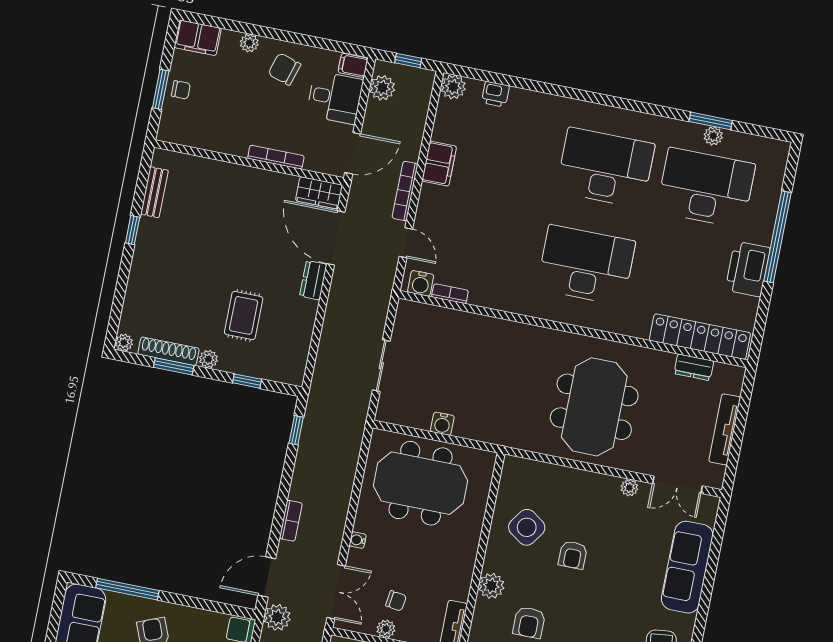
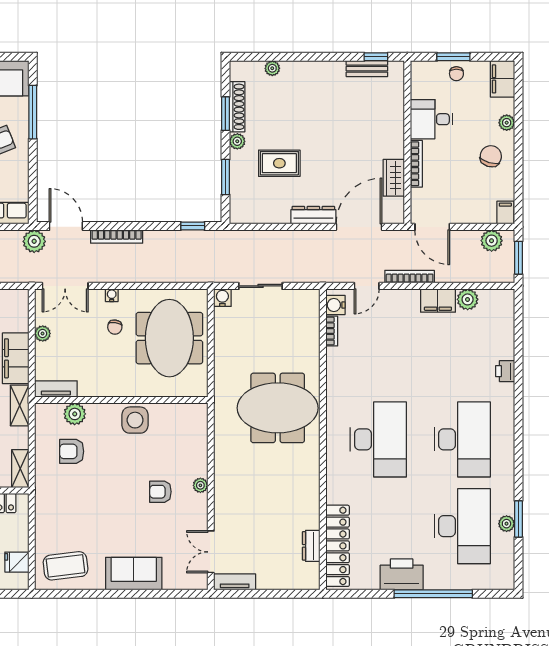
window: (408, 61) -> (519, 258), width x1.50
plant: (453, 87) -> (468, 299), moved
printer: (495, 94) -> (505, 371), moved
desk: (335, 98) -> (432, 119), moved, turned 90
wardrobe: (319, 193) -> (394, 178), moved
window: (133, 230) -> (376, 57), moved
dresser: (313, 280) -> (313, 215), width x1.44
plant: (124, 343) -> (272, 68), moved
window: (247, 381) -> (225, 177), width x1.50
meeting table: (594, 407) -> (278, 408), moved
water cooler: (442, 424) -> (222, 298), moved, turned 90
tv unit: (725, 429) -> (235, 582), moved, width x0.71
plant: (629, 488) -> (200, 485), moved
bookcase: (291, 521) -> (117, 237), width x1.56
side table: (527, 527) -> (135, 420), moved, turned -35
armchair: (573, 555) -> (160, 492), moved
sofa: (687, 567) -> (134, 574), width x0.73
plant: (491, 586) -> (75, 414), moved
chair: (396, 601) -> (115, 327), moved

